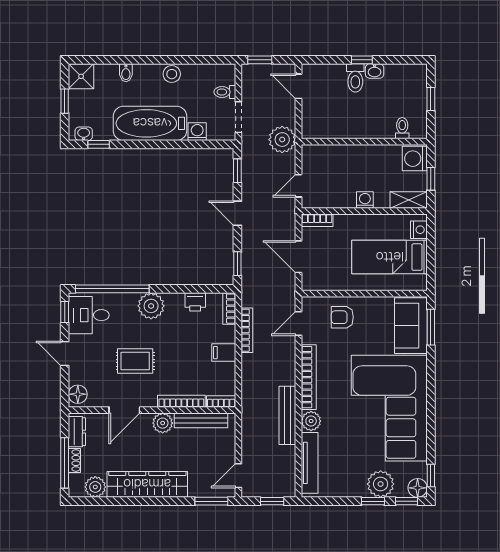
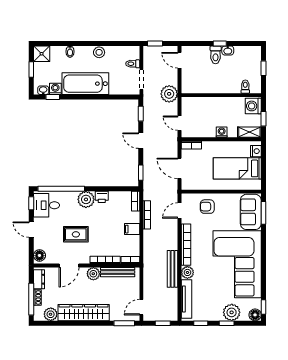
washing machine: (197, 132) -> (55, 89), moved
door: (298, 186) -> (179, 123), hinge flipped
printer: (195, 302) -> (102, 197), moved
window: (407, 501) -> (201, 323), moved

